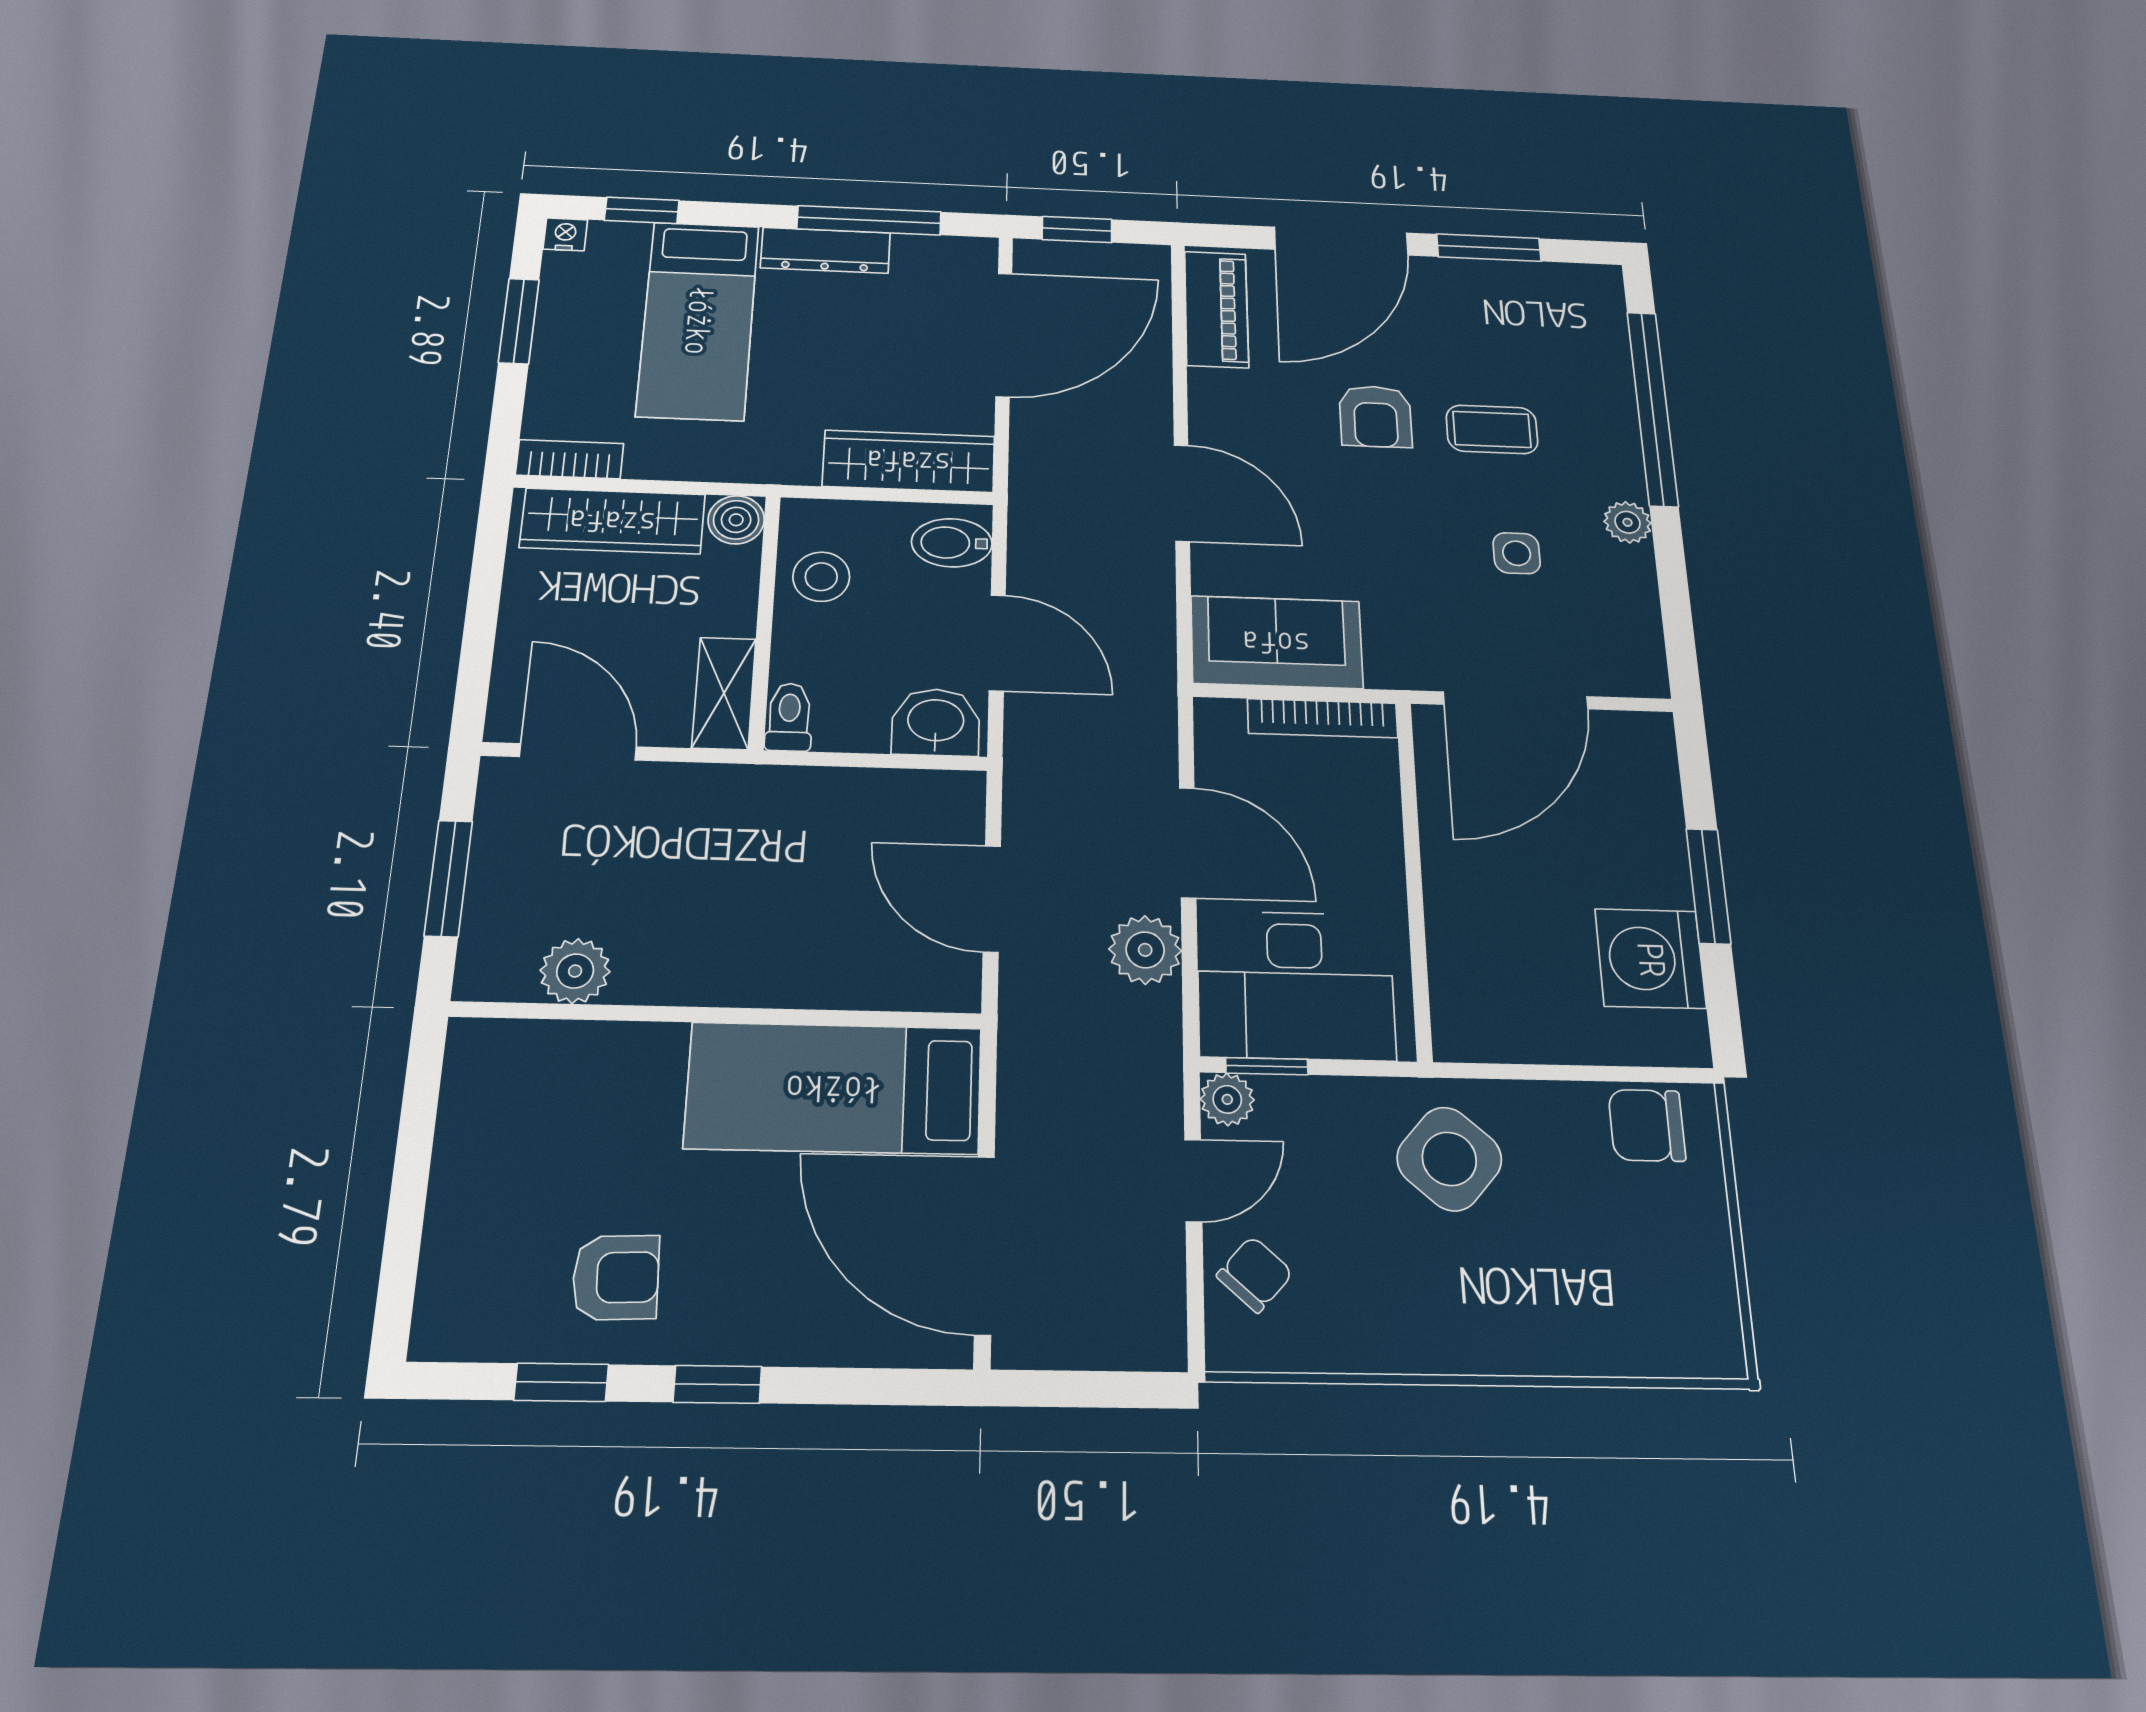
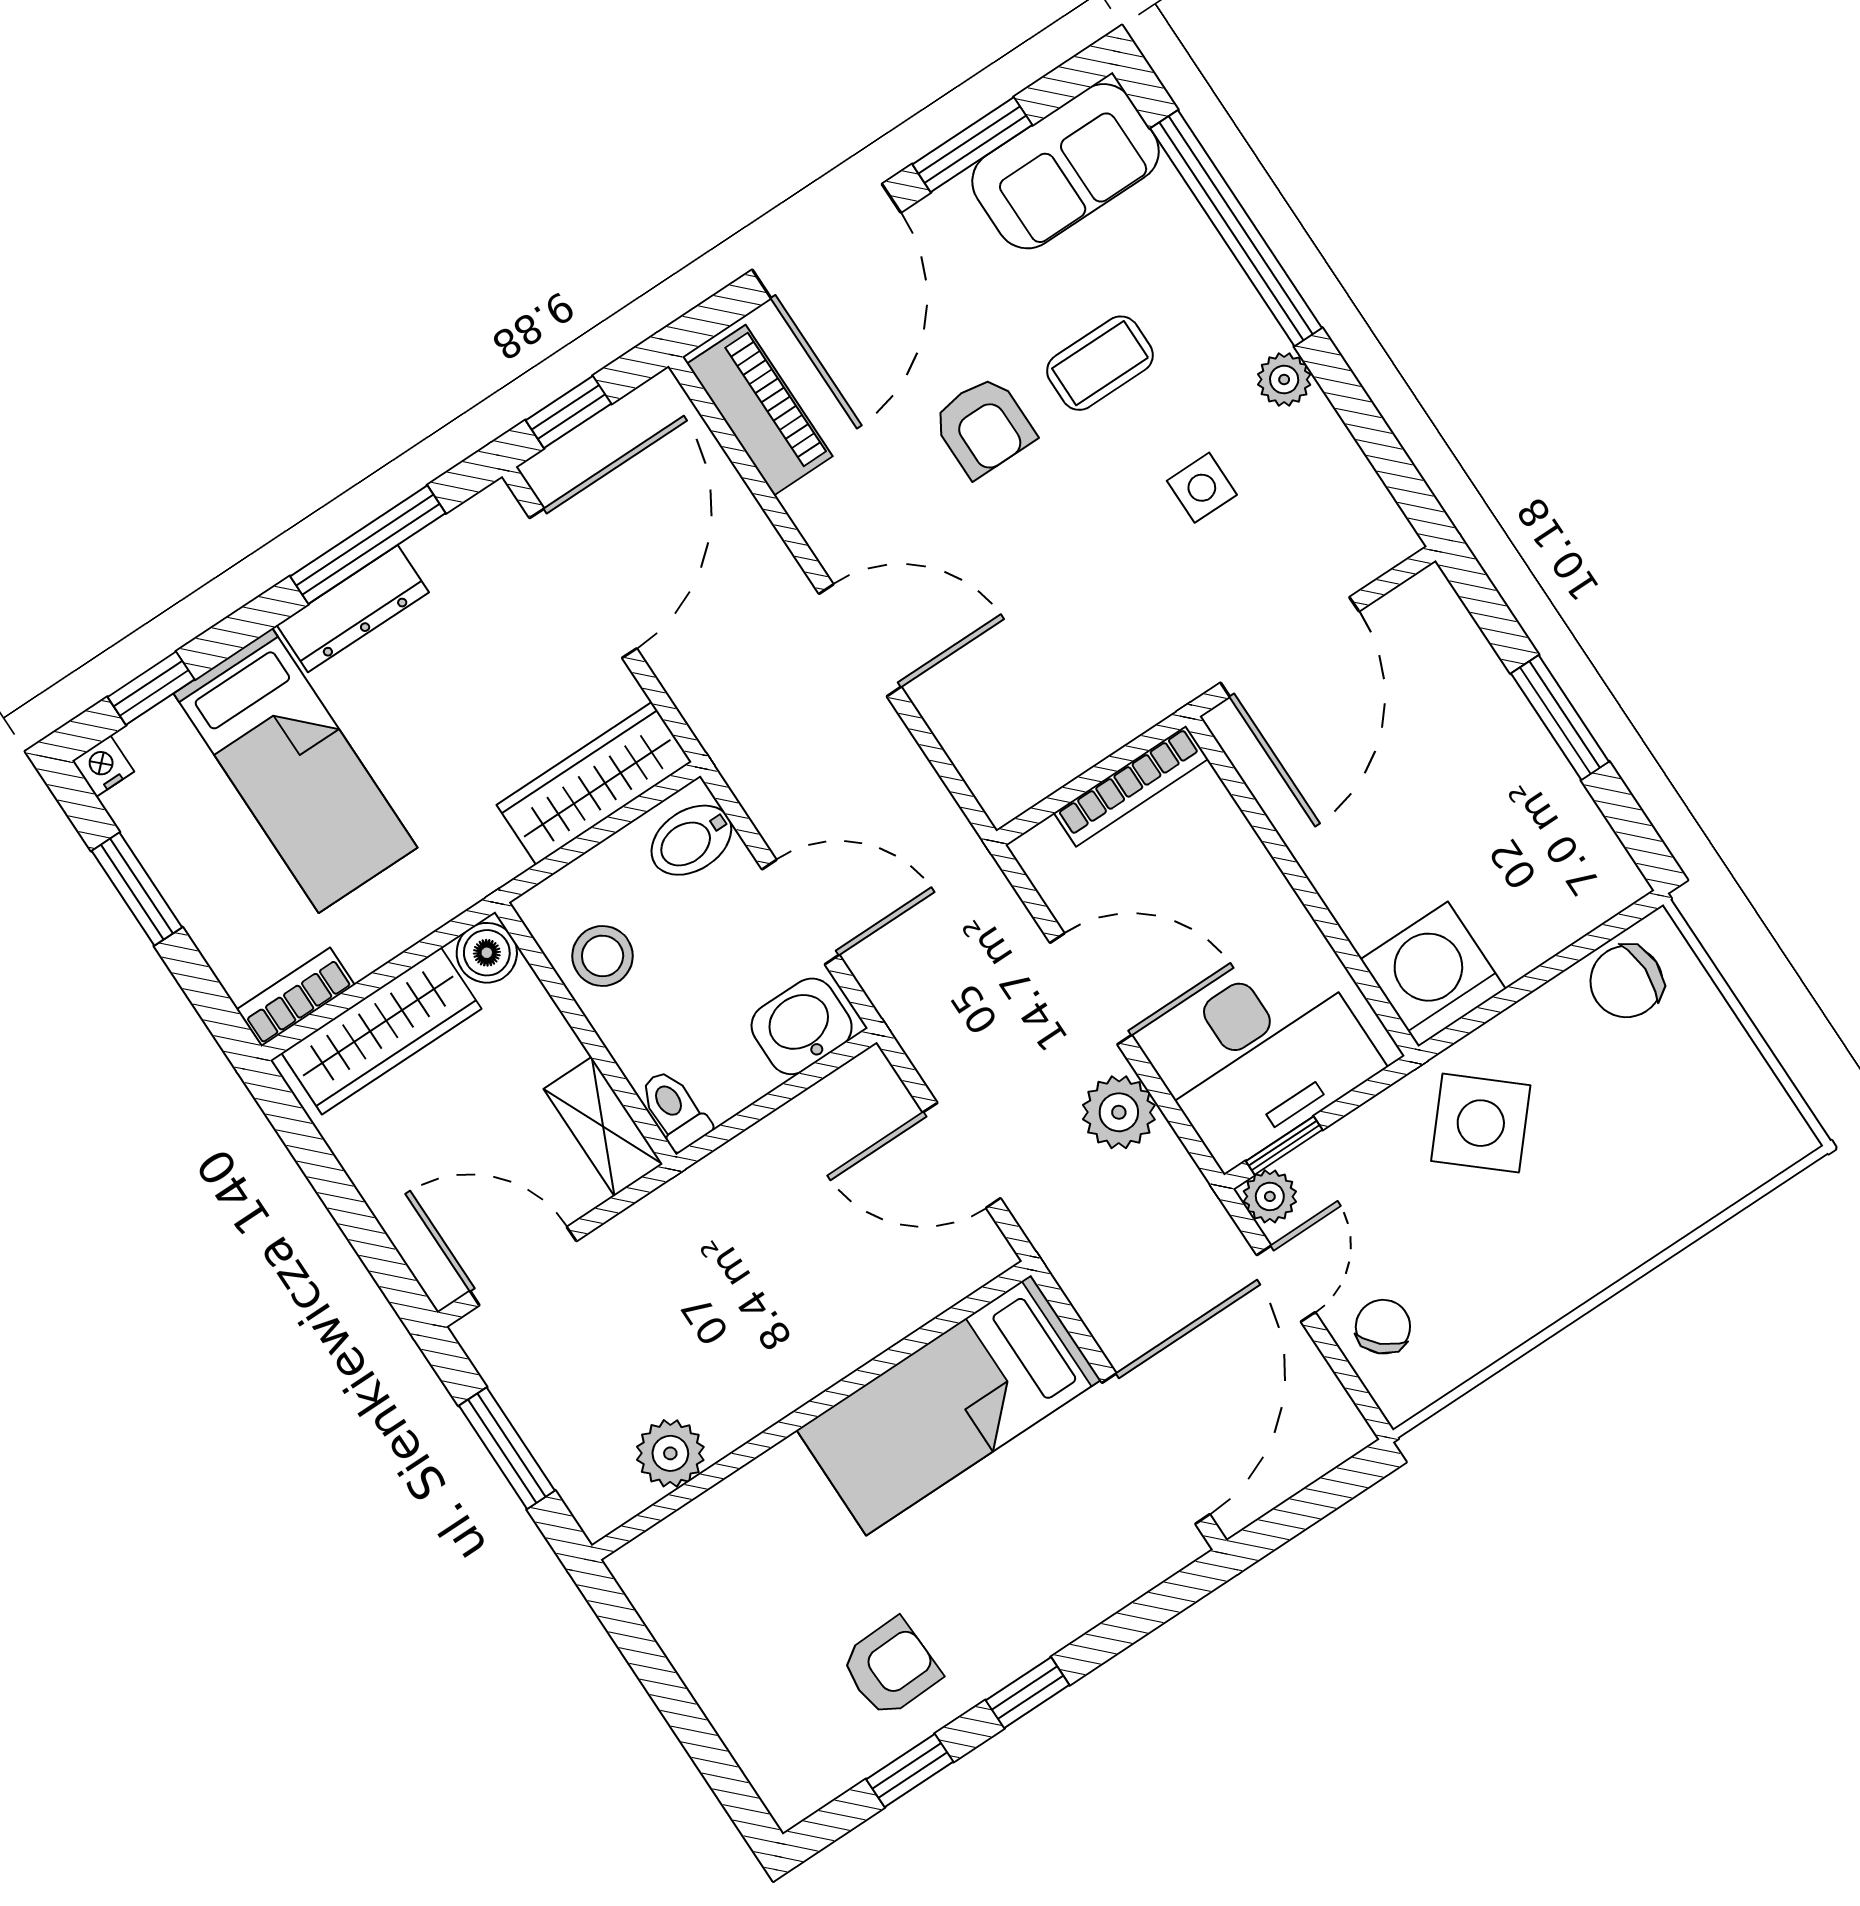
sofa: (1277, 642) -> (1066, 166), moved, turned 180
washing machine: (1650, 958) -> (1433, 974), moved, turned 90
door: (984, 1245) -> (1156, 1449), swing flipped

